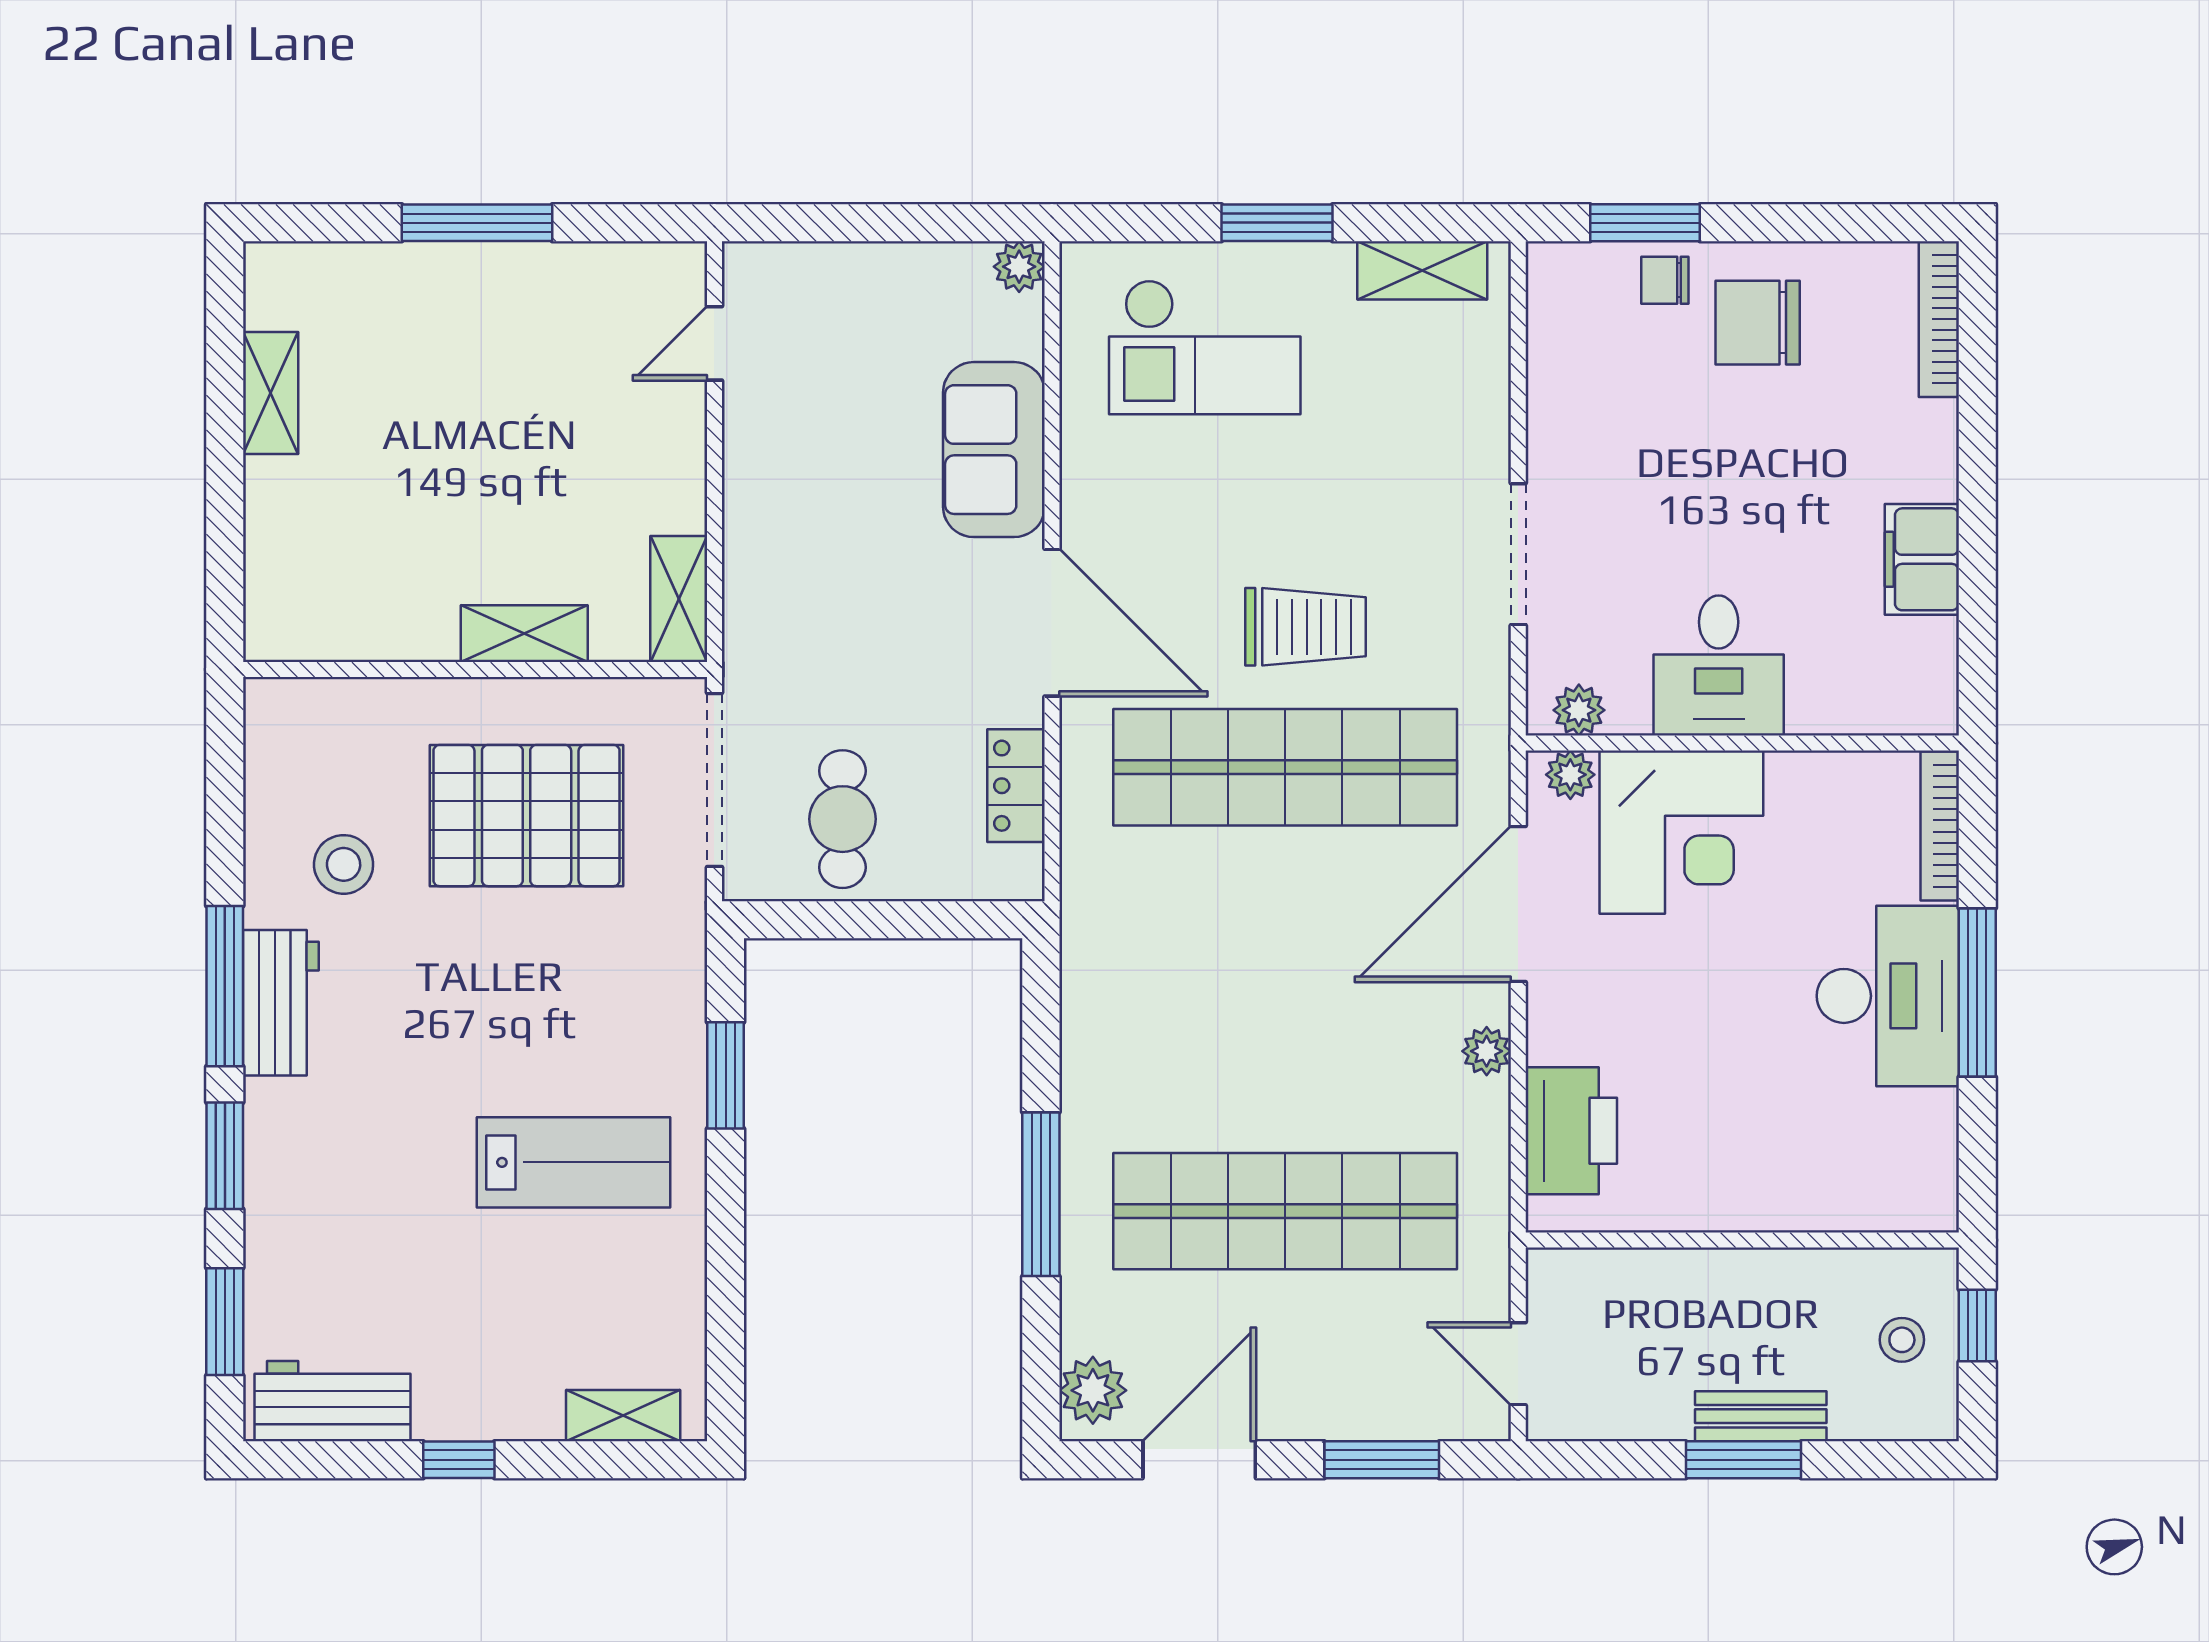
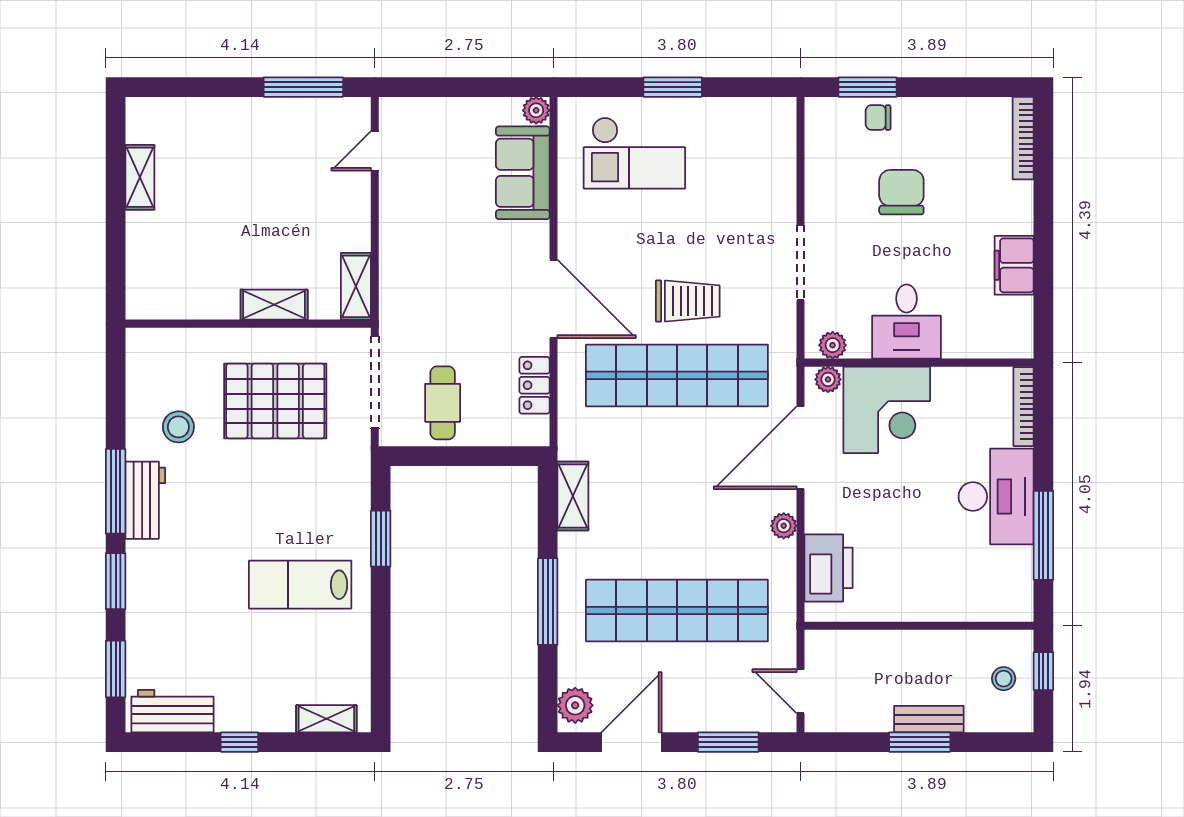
window: (477, 223) -> (303, 87), moved
shelving: (1422, 270) -> (573, 496), moved, turned 90
chair: (1758, 323) -> (901, 192), moved, turned 90
sofa: (994, 450) -> (523, 173), moved
window: (1977, 993) -> (1043, 535), moved
lab bench: (573, 1162) -> (300, 585), turned 180

